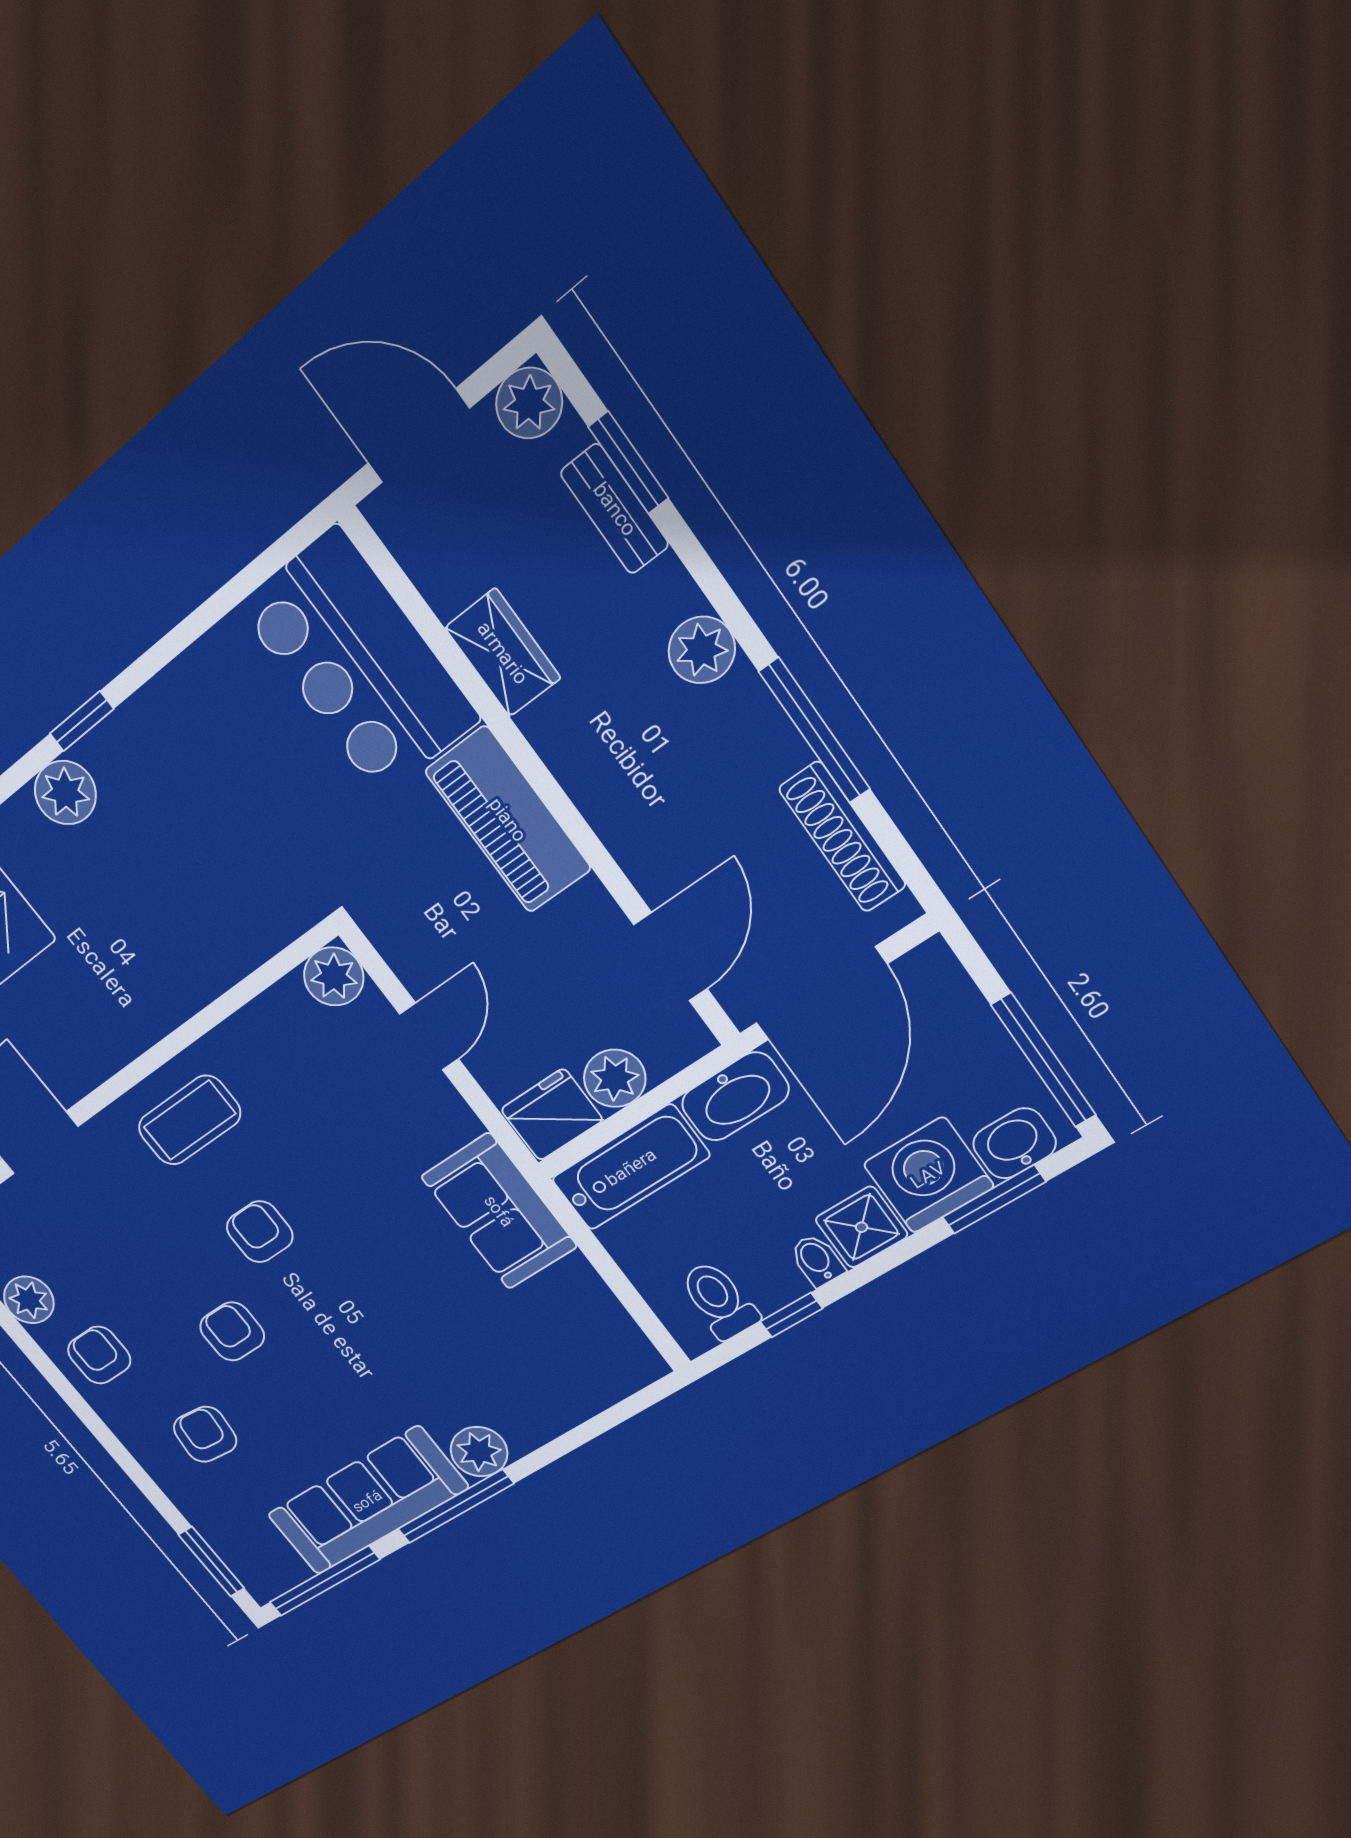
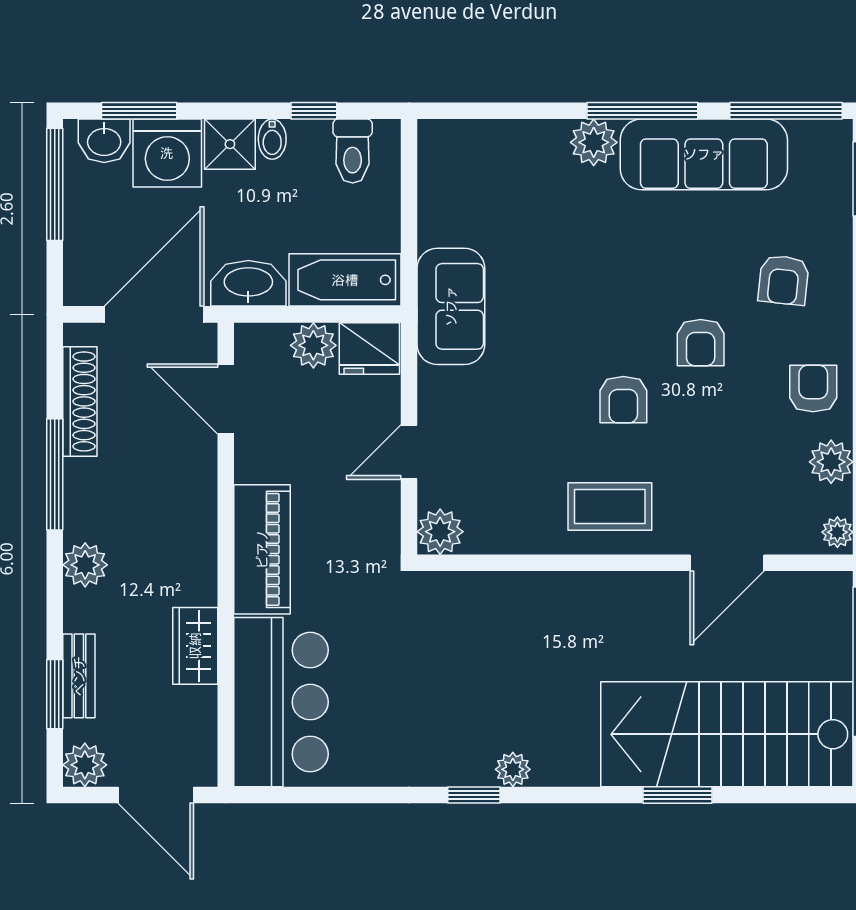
plant: (65, 793) -> (513, 769), width x0.73, depth x0.73
door: (671, 957) -> (226, 399), hinge flipped
armchair: (99, 1355) -> (813, 389), turned 180

